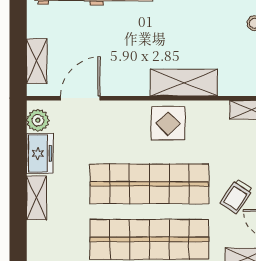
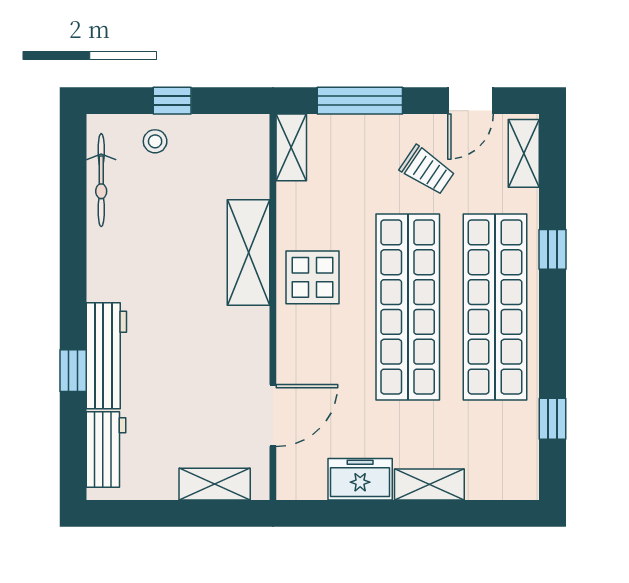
door: (80, 98) -> (273, 415), swing flipped
plant: (38, 120) -> (308, 482), removed

